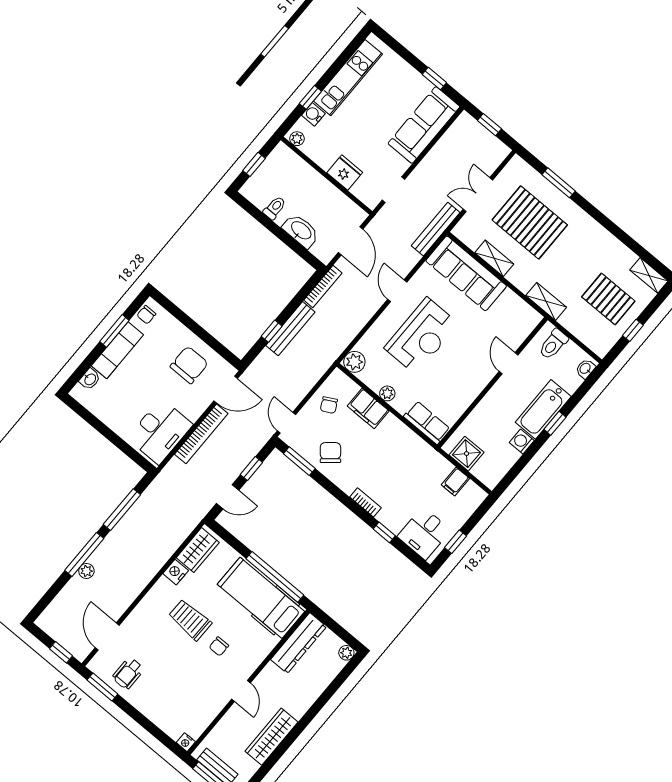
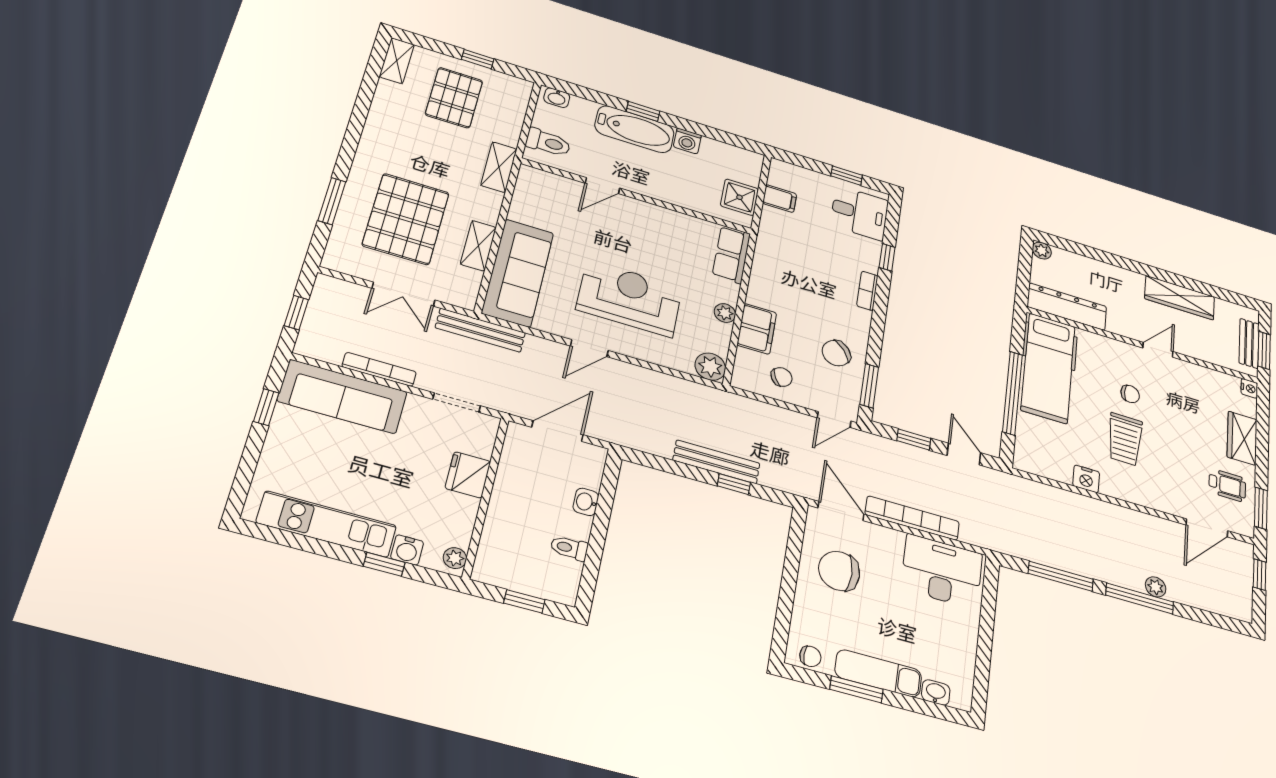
washbasin: (301, 231) -> (586, 502), width x0.52, depth x0.69
bookcase: (323, 286) -> (379, 369), moved
wardrobe: (198, 550) -> (1242, 438), moved, turned -90
window: (275, 577) -> (1013, 393), moved

